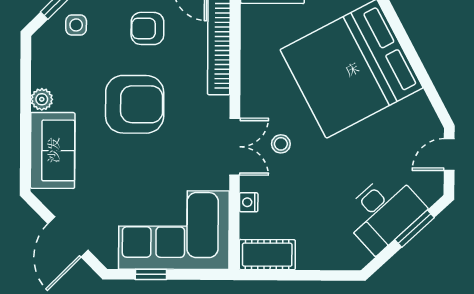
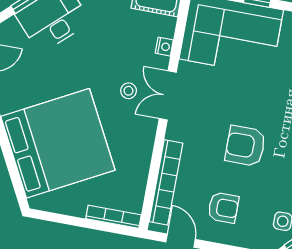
armchair: (135, 104) -> (245, 146), width x0.73, depth x0.73

